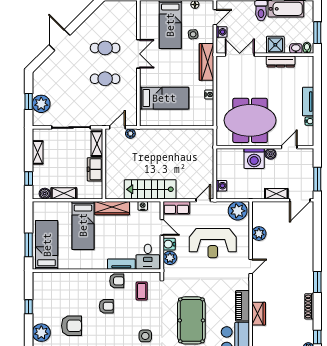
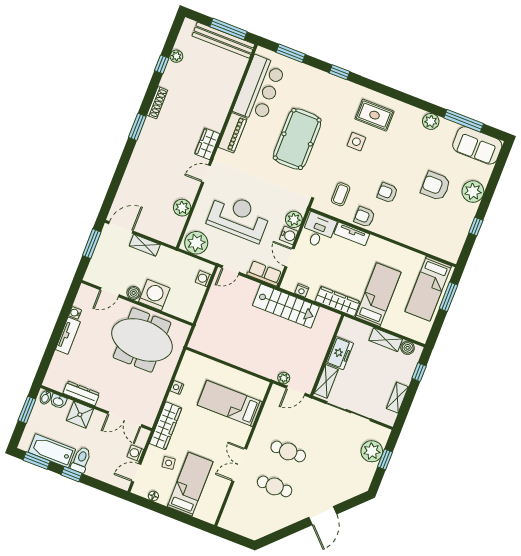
wardrobe: (259, 314) -> (207, 144), moved

